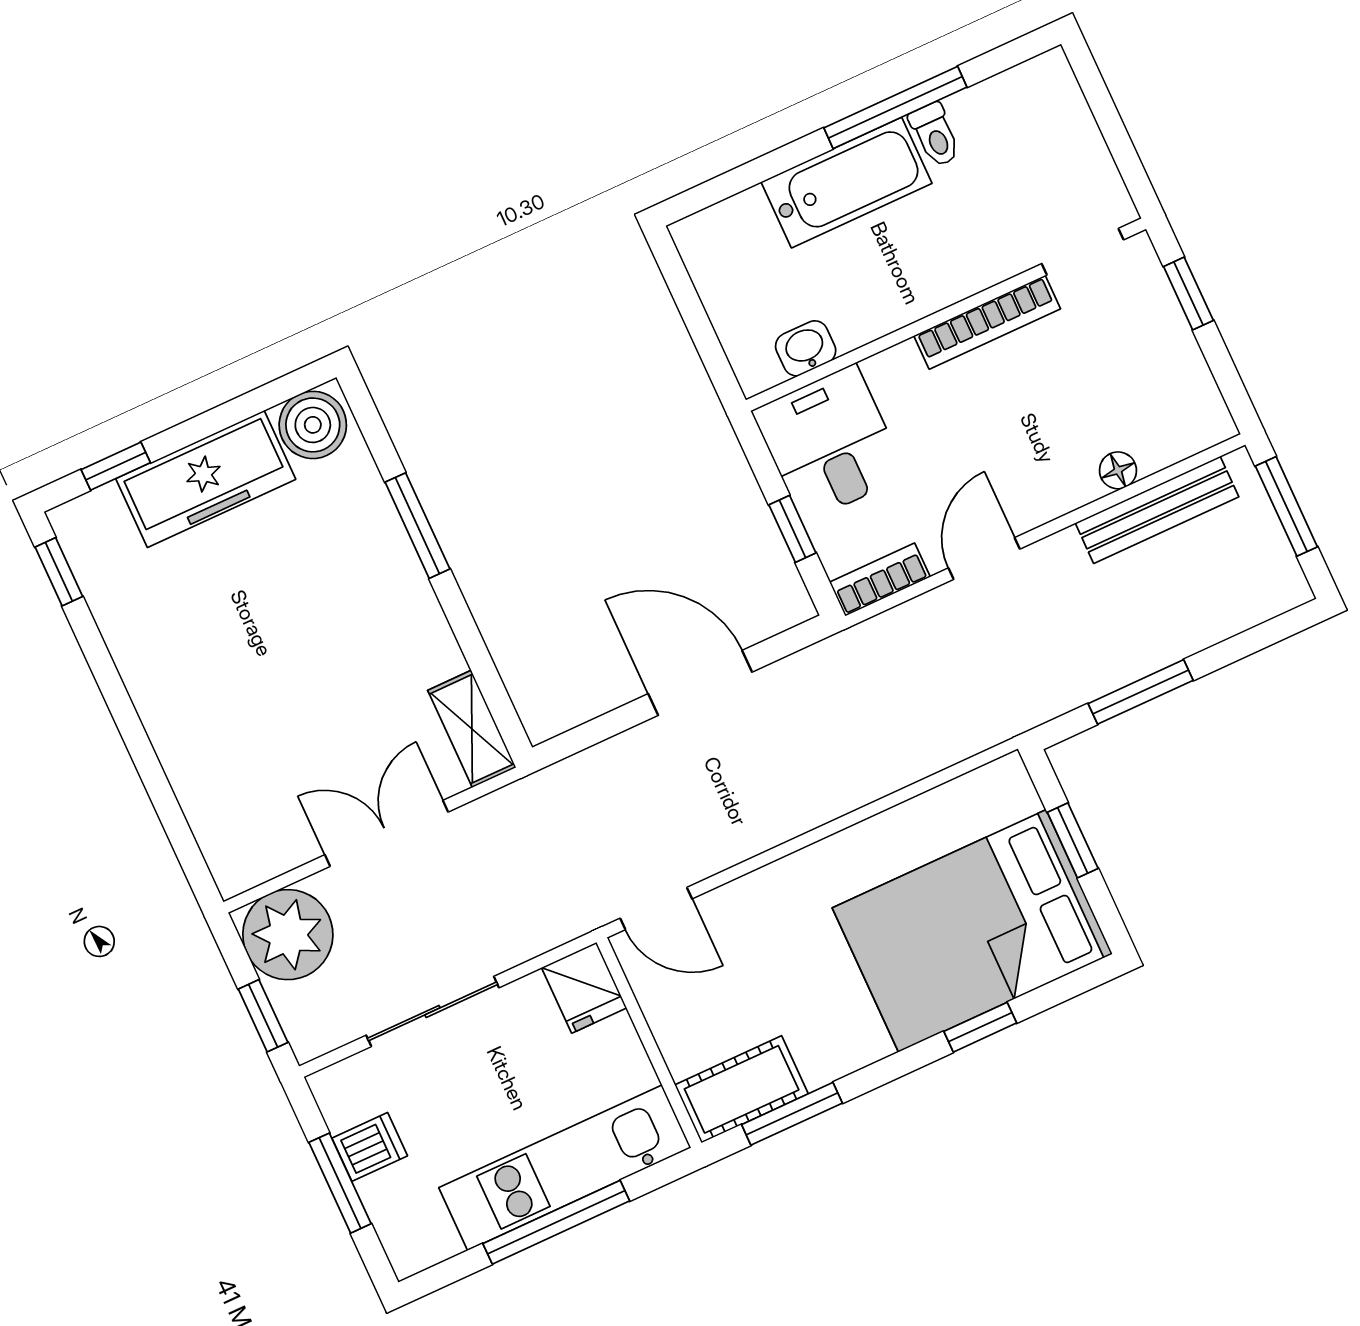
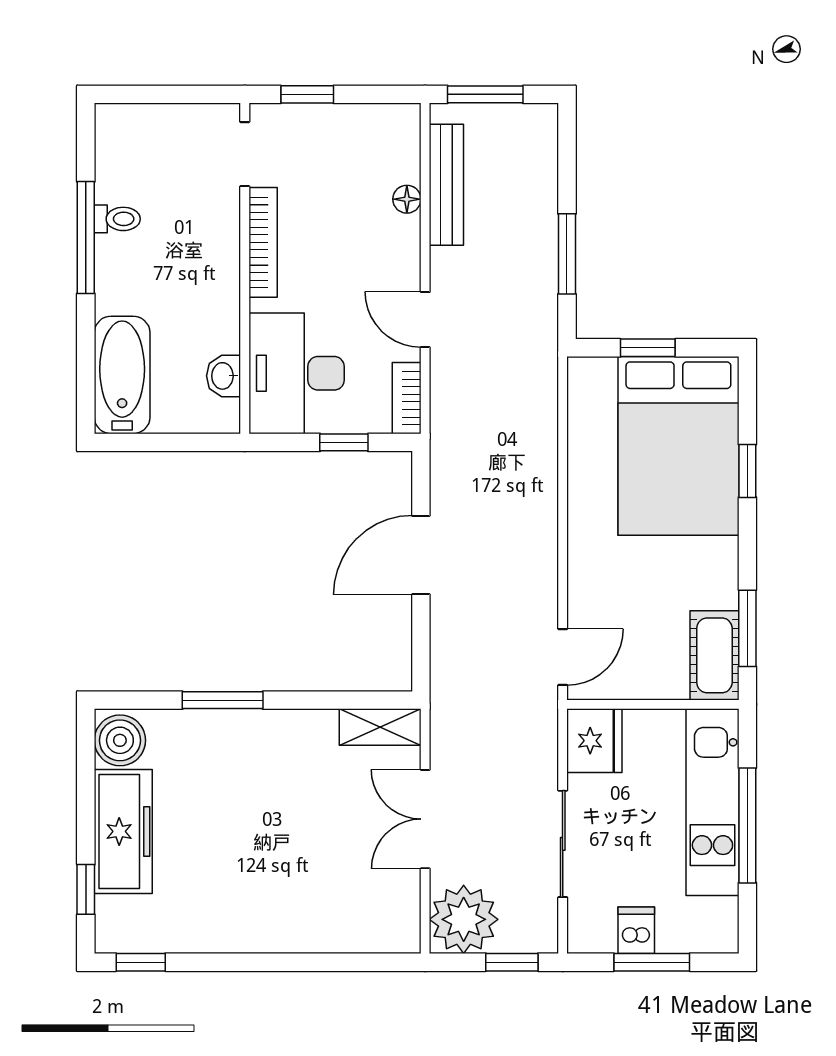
bathtub: (846, 183) -> (122, 375), moved
desk: (829, 443) -> (297, 373), width x1.37
fridge: (584, 988) -> (594, 741), width x1.38

